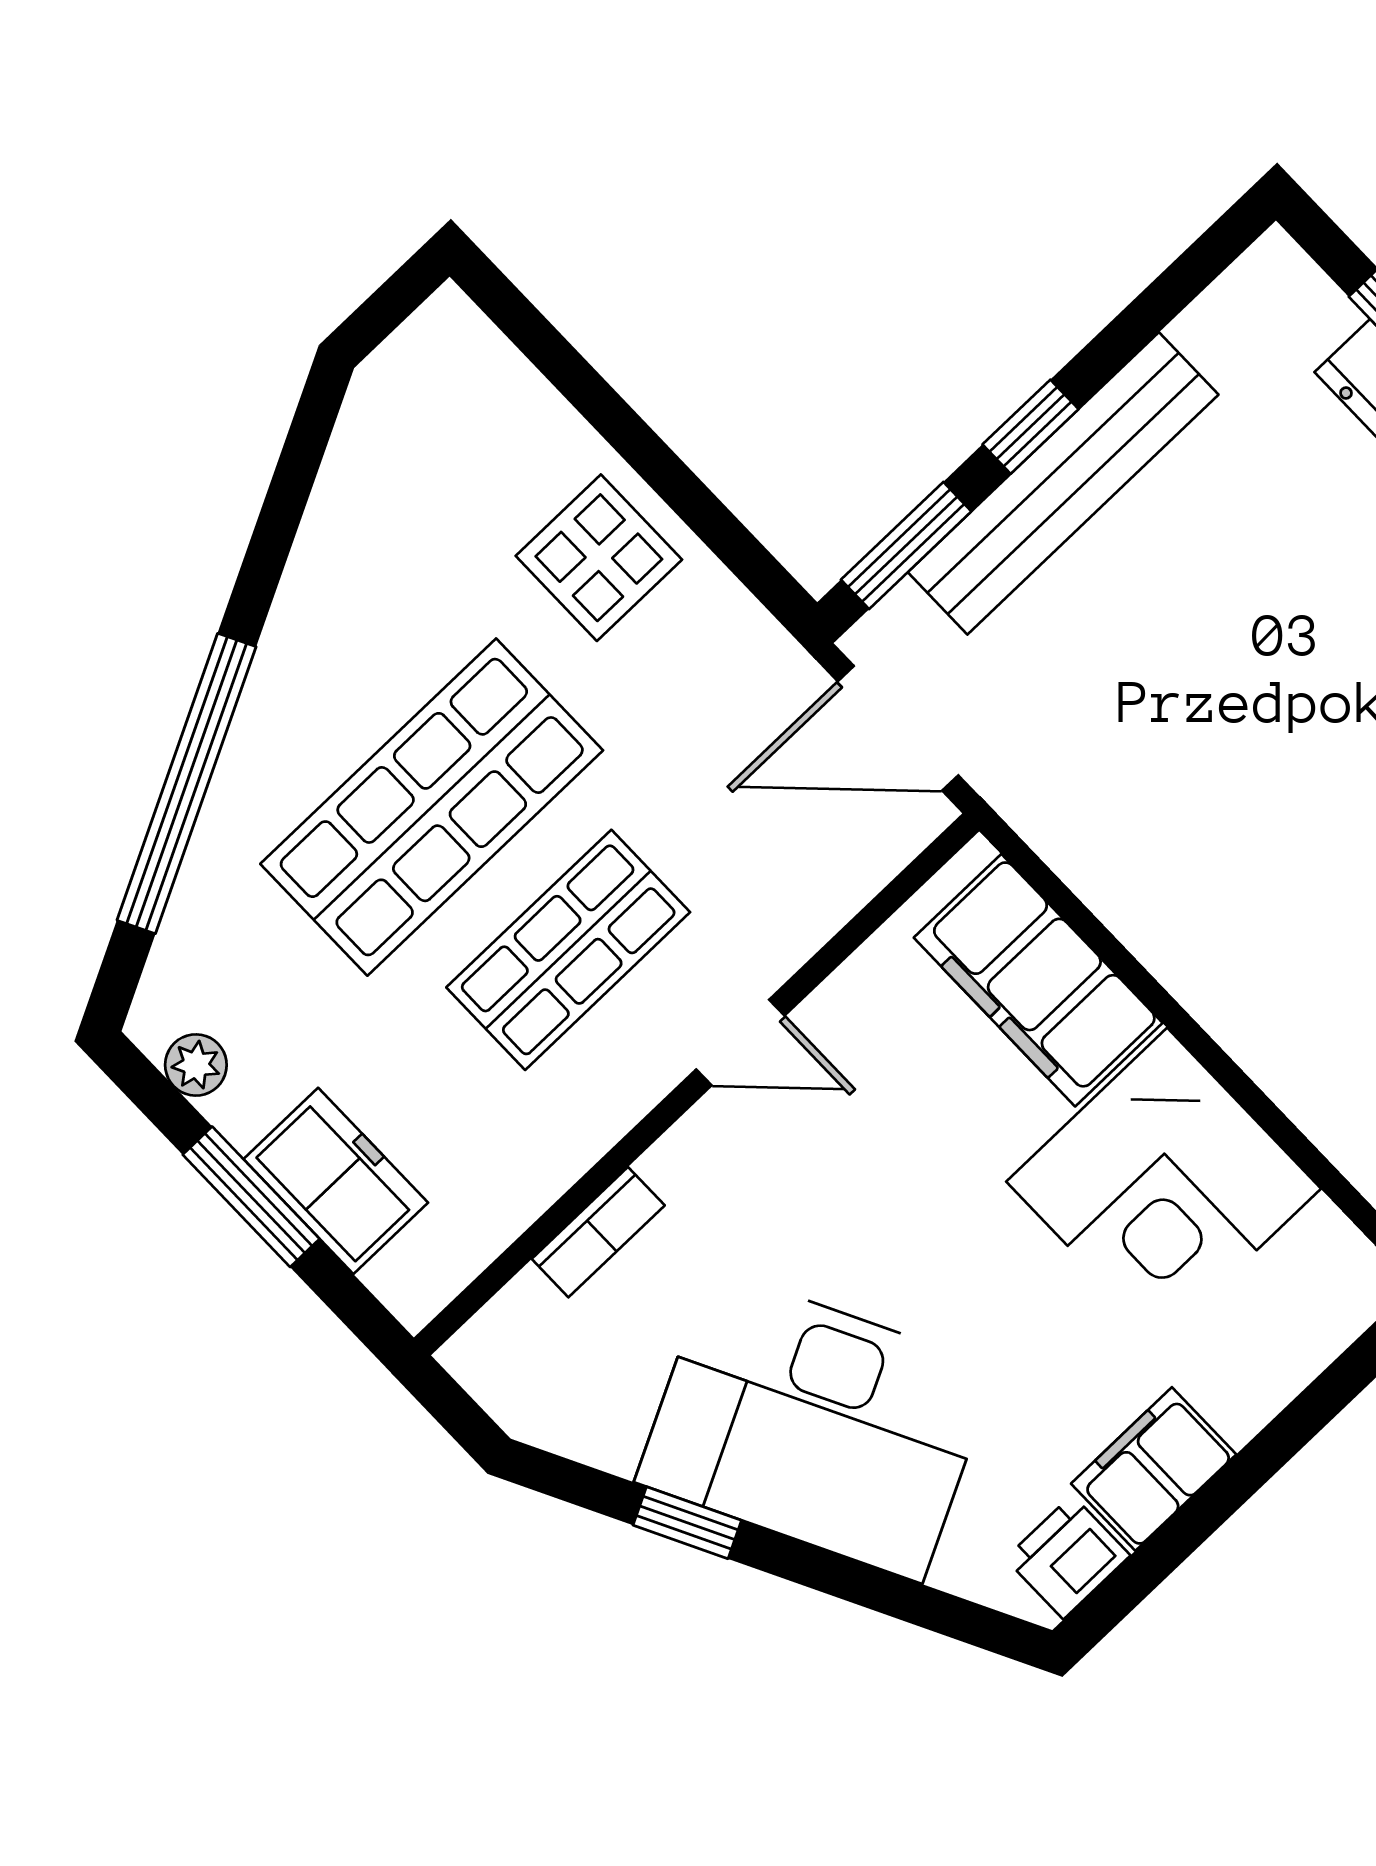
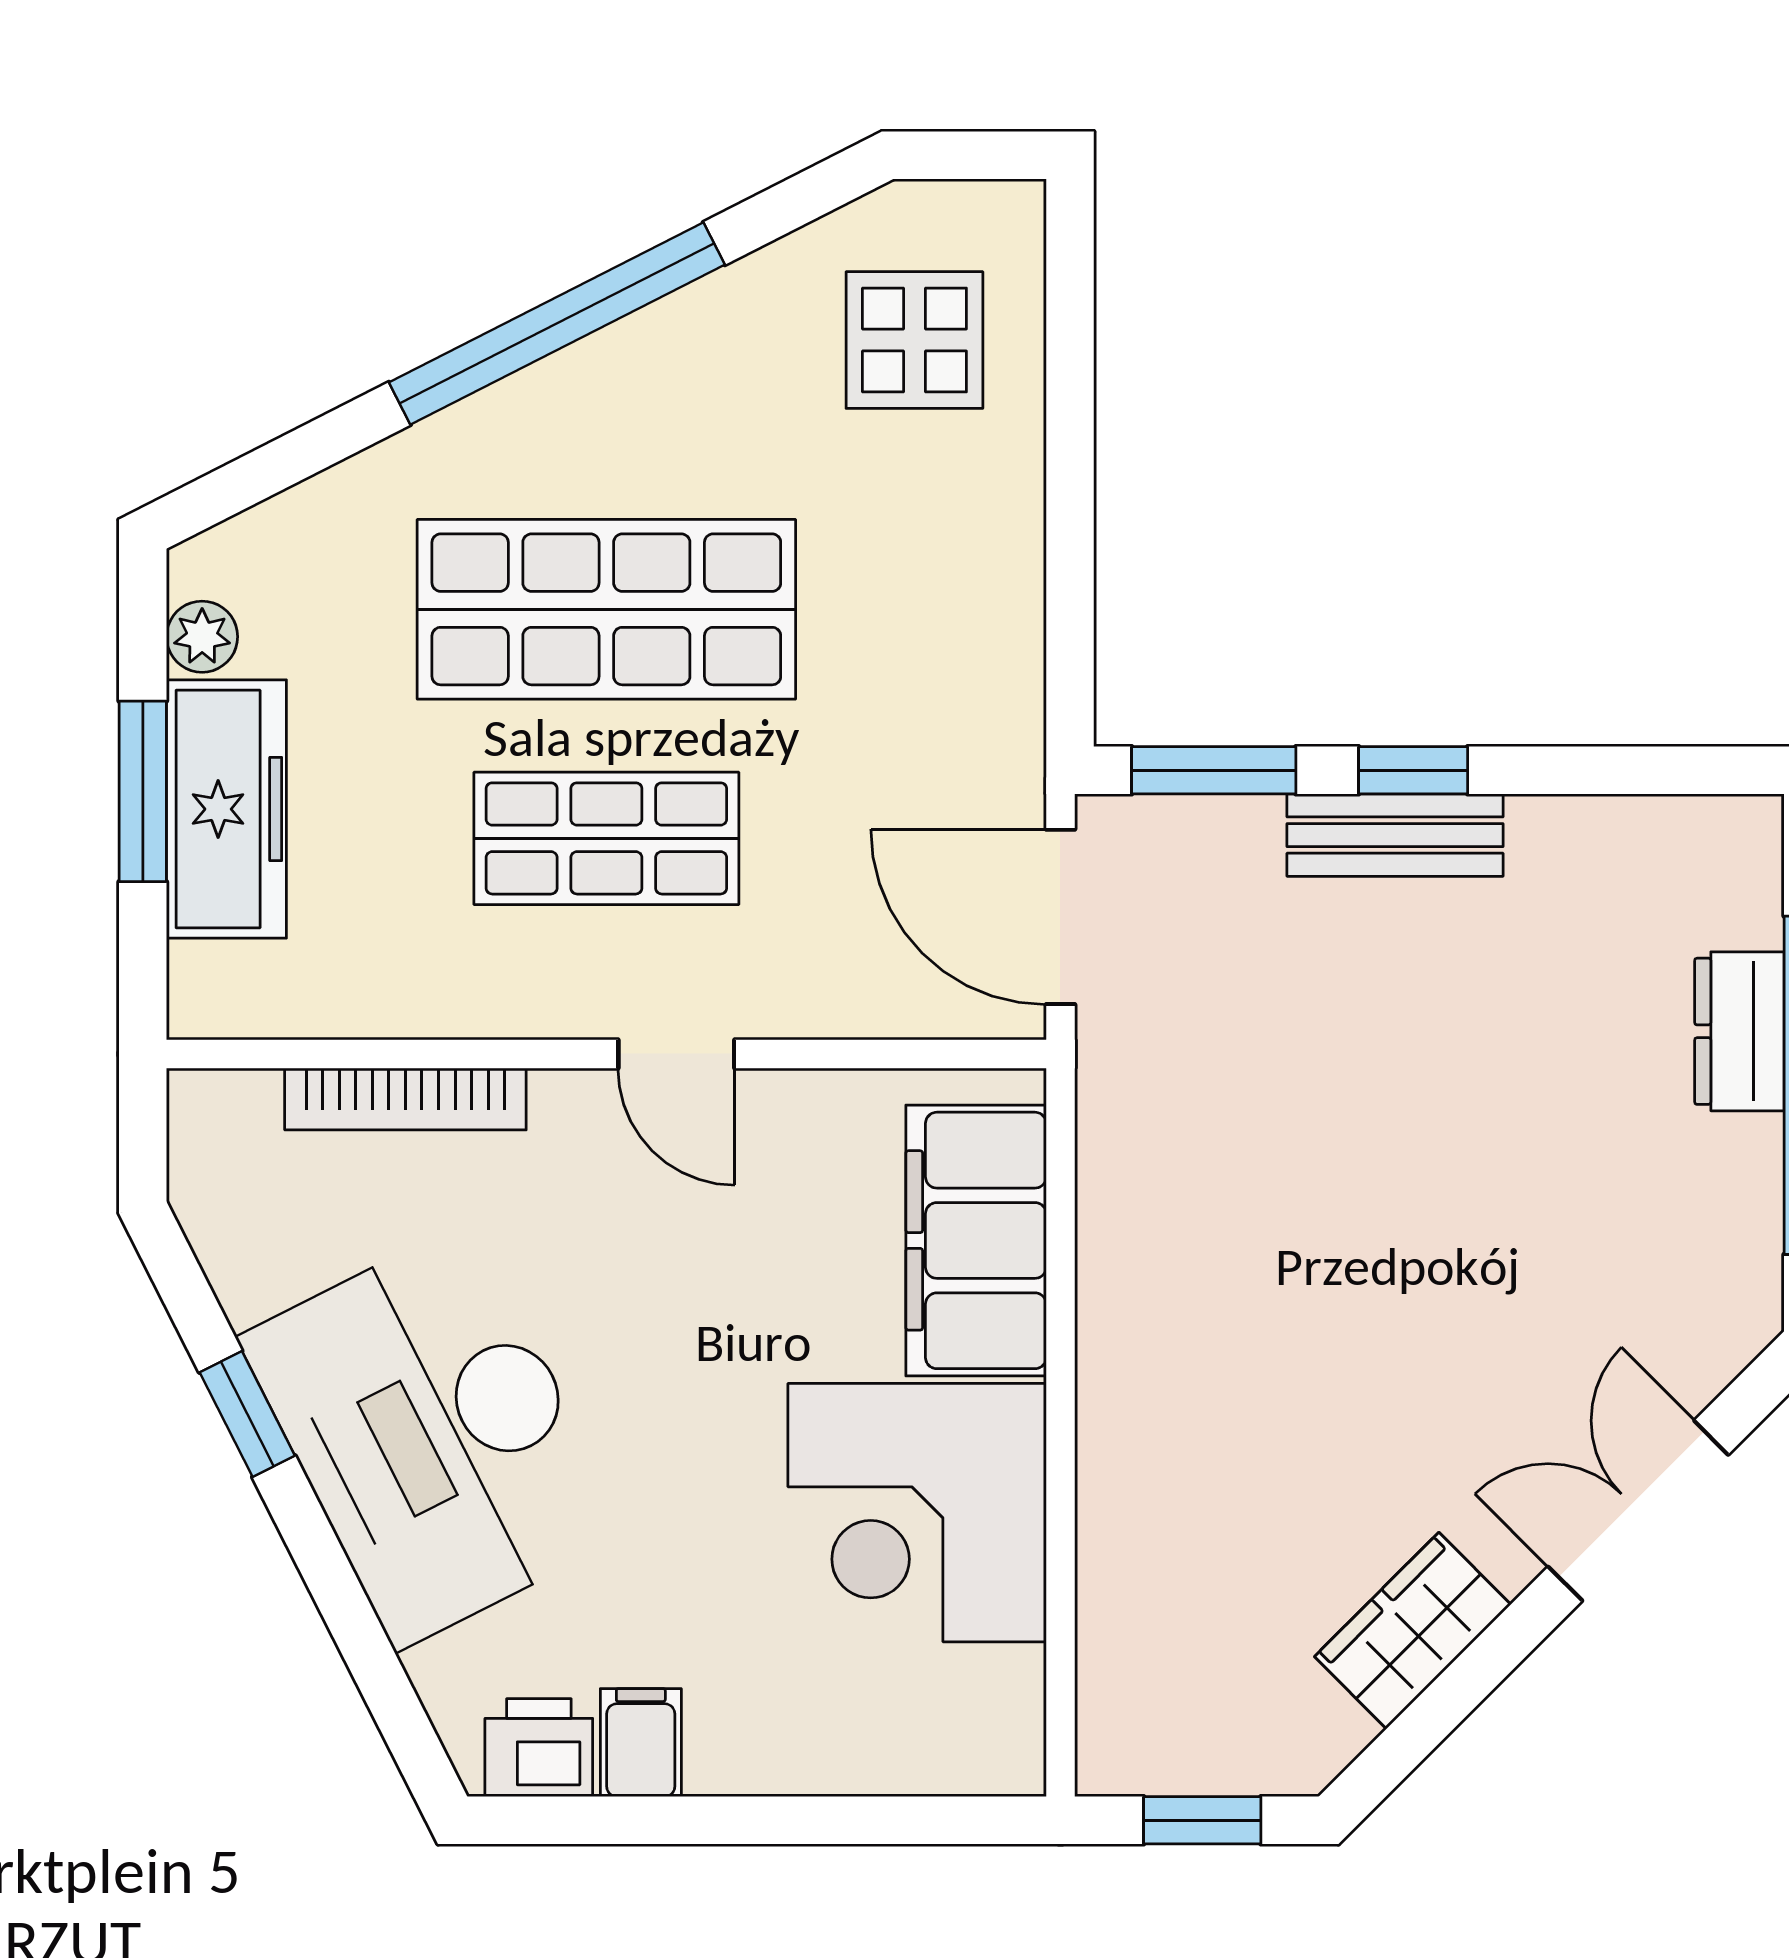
bench: (1063, 483) -> (1395, 835), width x0.54, depth x0.82
display table: (599, 558) -> (914, 340), moved
window: (187, 783) -> (557, 323), moved
freezer: (336, 1181) -> (226, 809), width x1.40
bookcase: (598, 1232) -> (405, 1099), width x1.56
filing cabinet: (1154, 1469) -> (641, 1743), width x0.50

